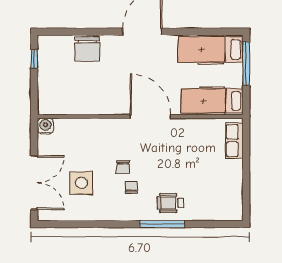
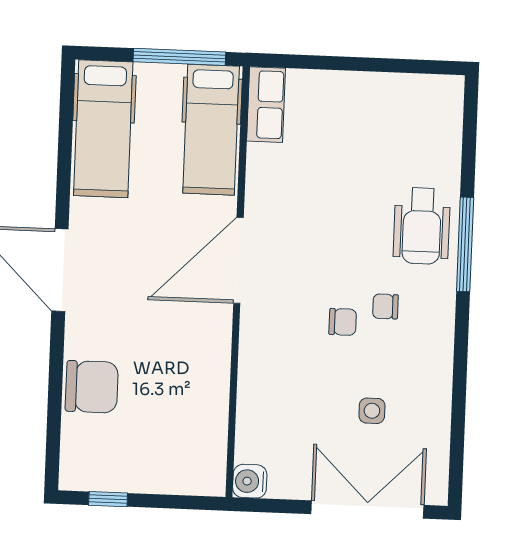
window: (246, 64) -> (179, 57), moved
row of seats: (234, 141) -> (266, 105), moved, turned -90
side table: (81, 183) -> (372, 411), width x0.54, depth x0.54
wheelchair: (170, 203) -> (422, 226), width x1.36, depth x1.37

